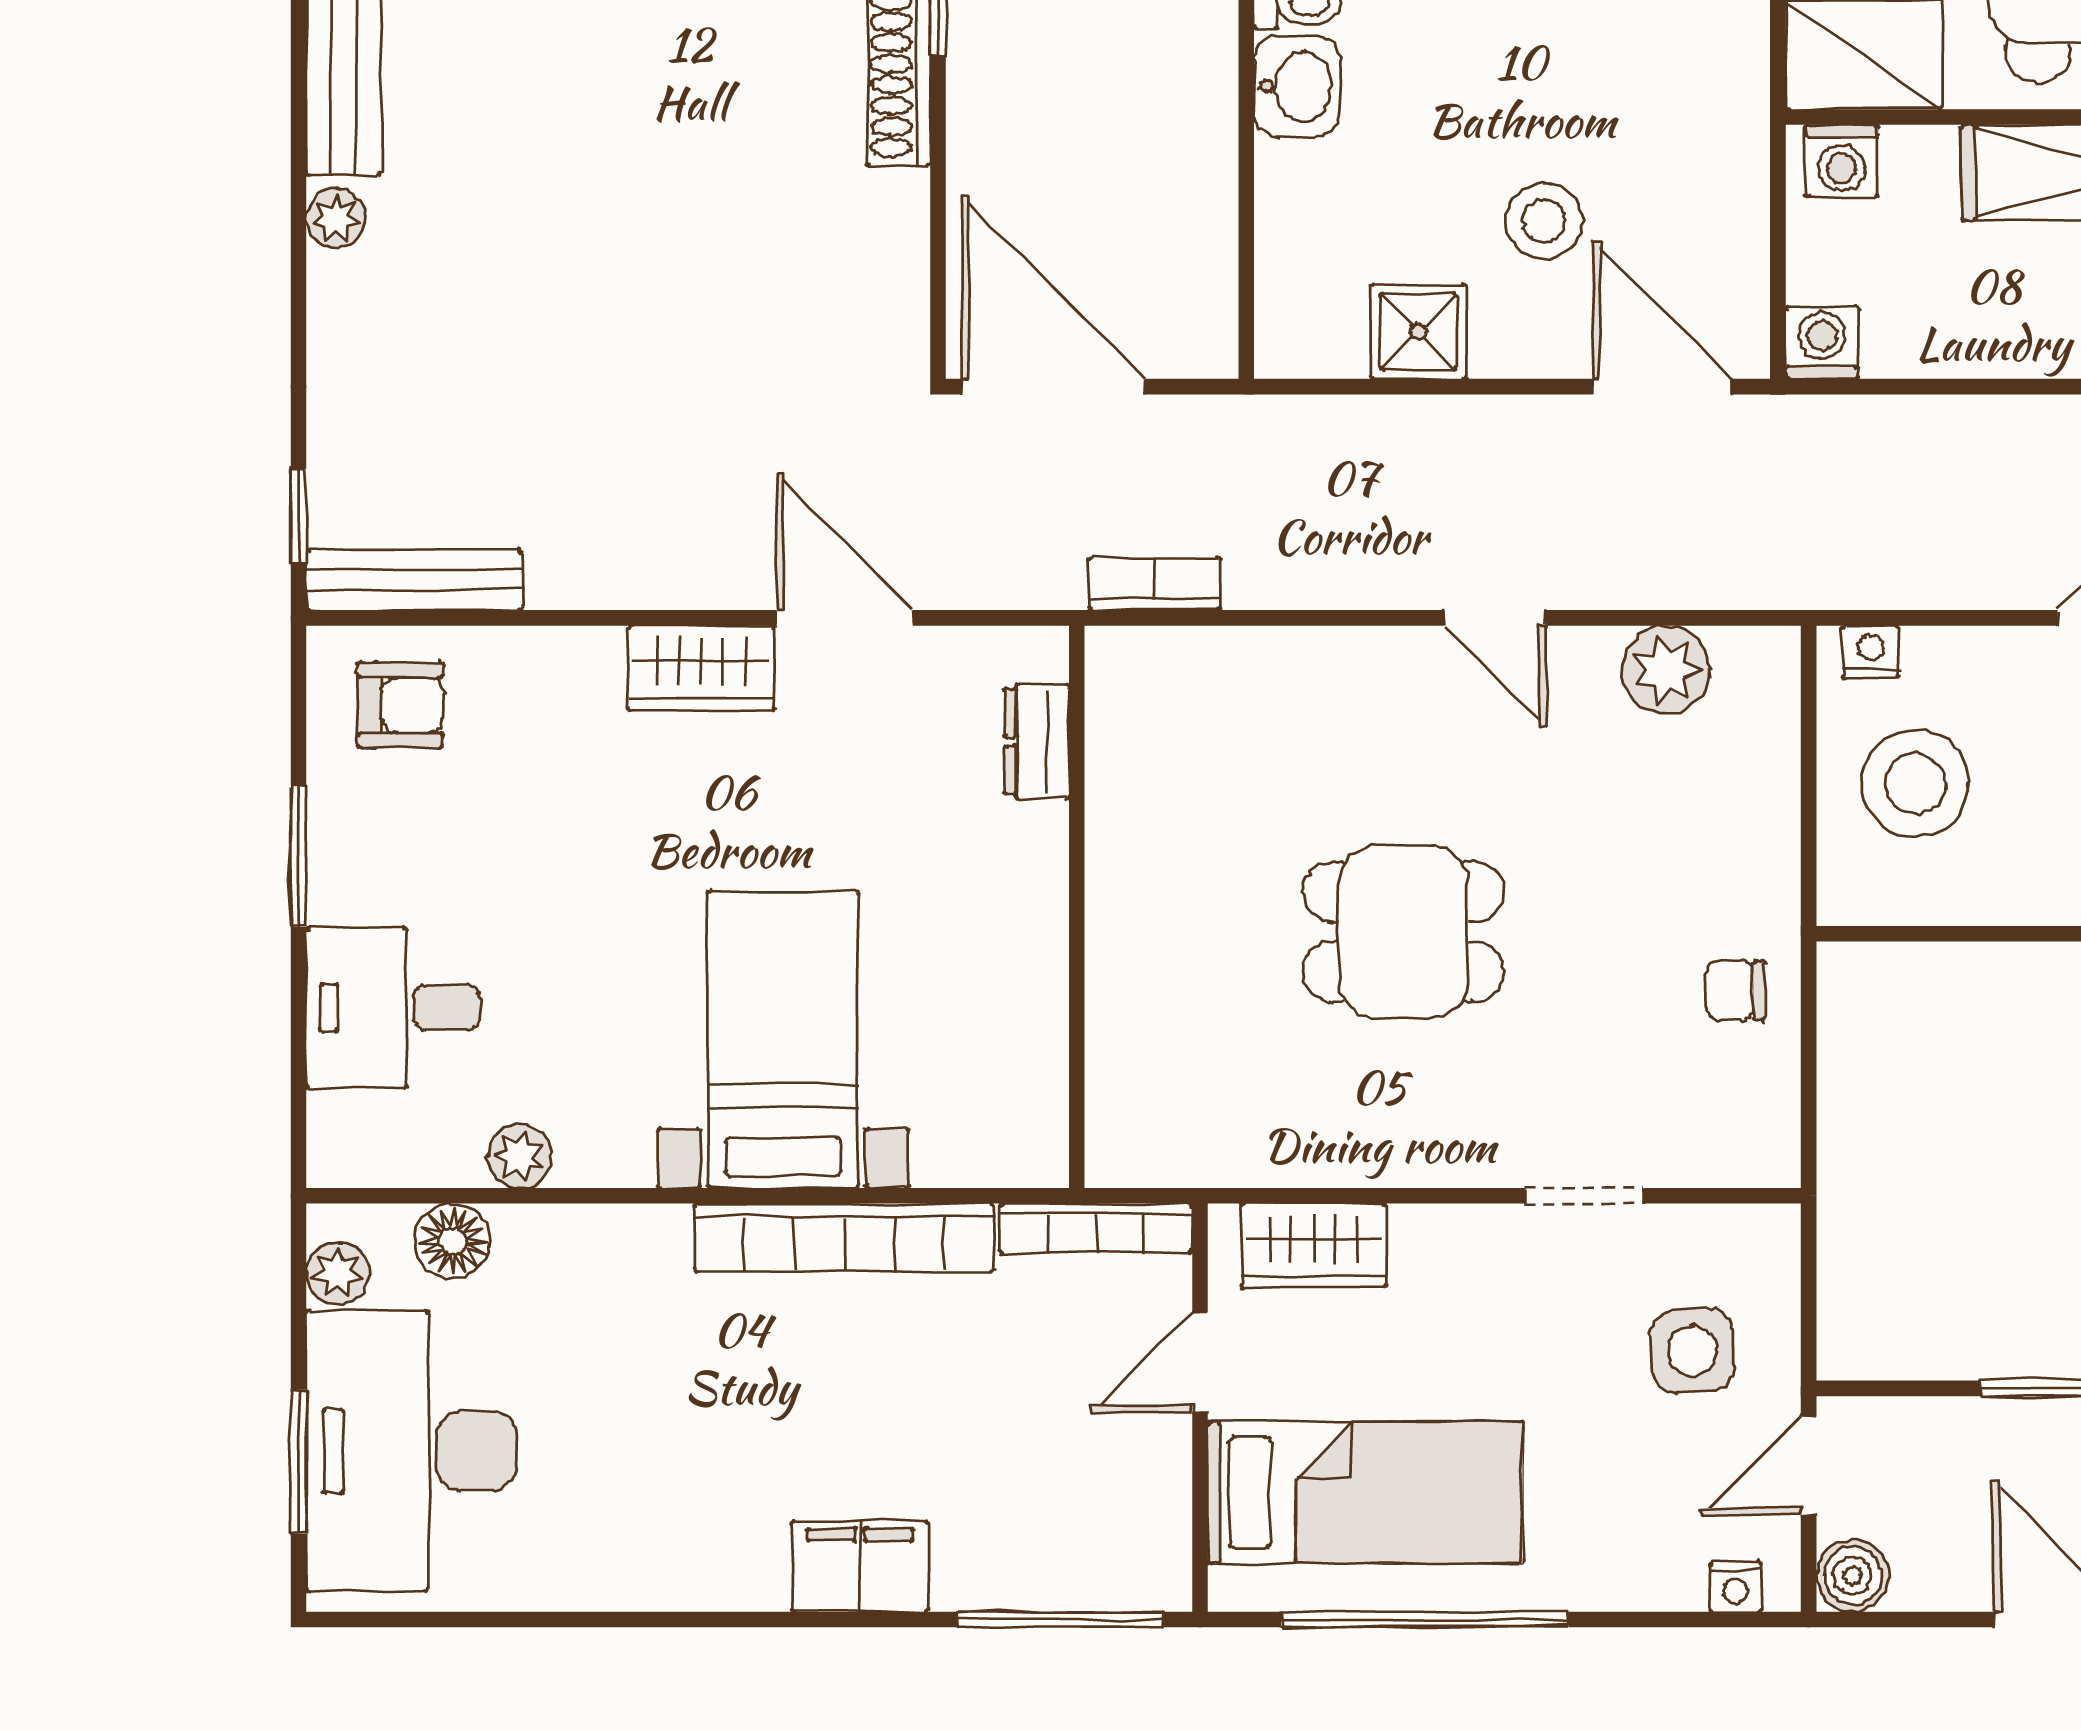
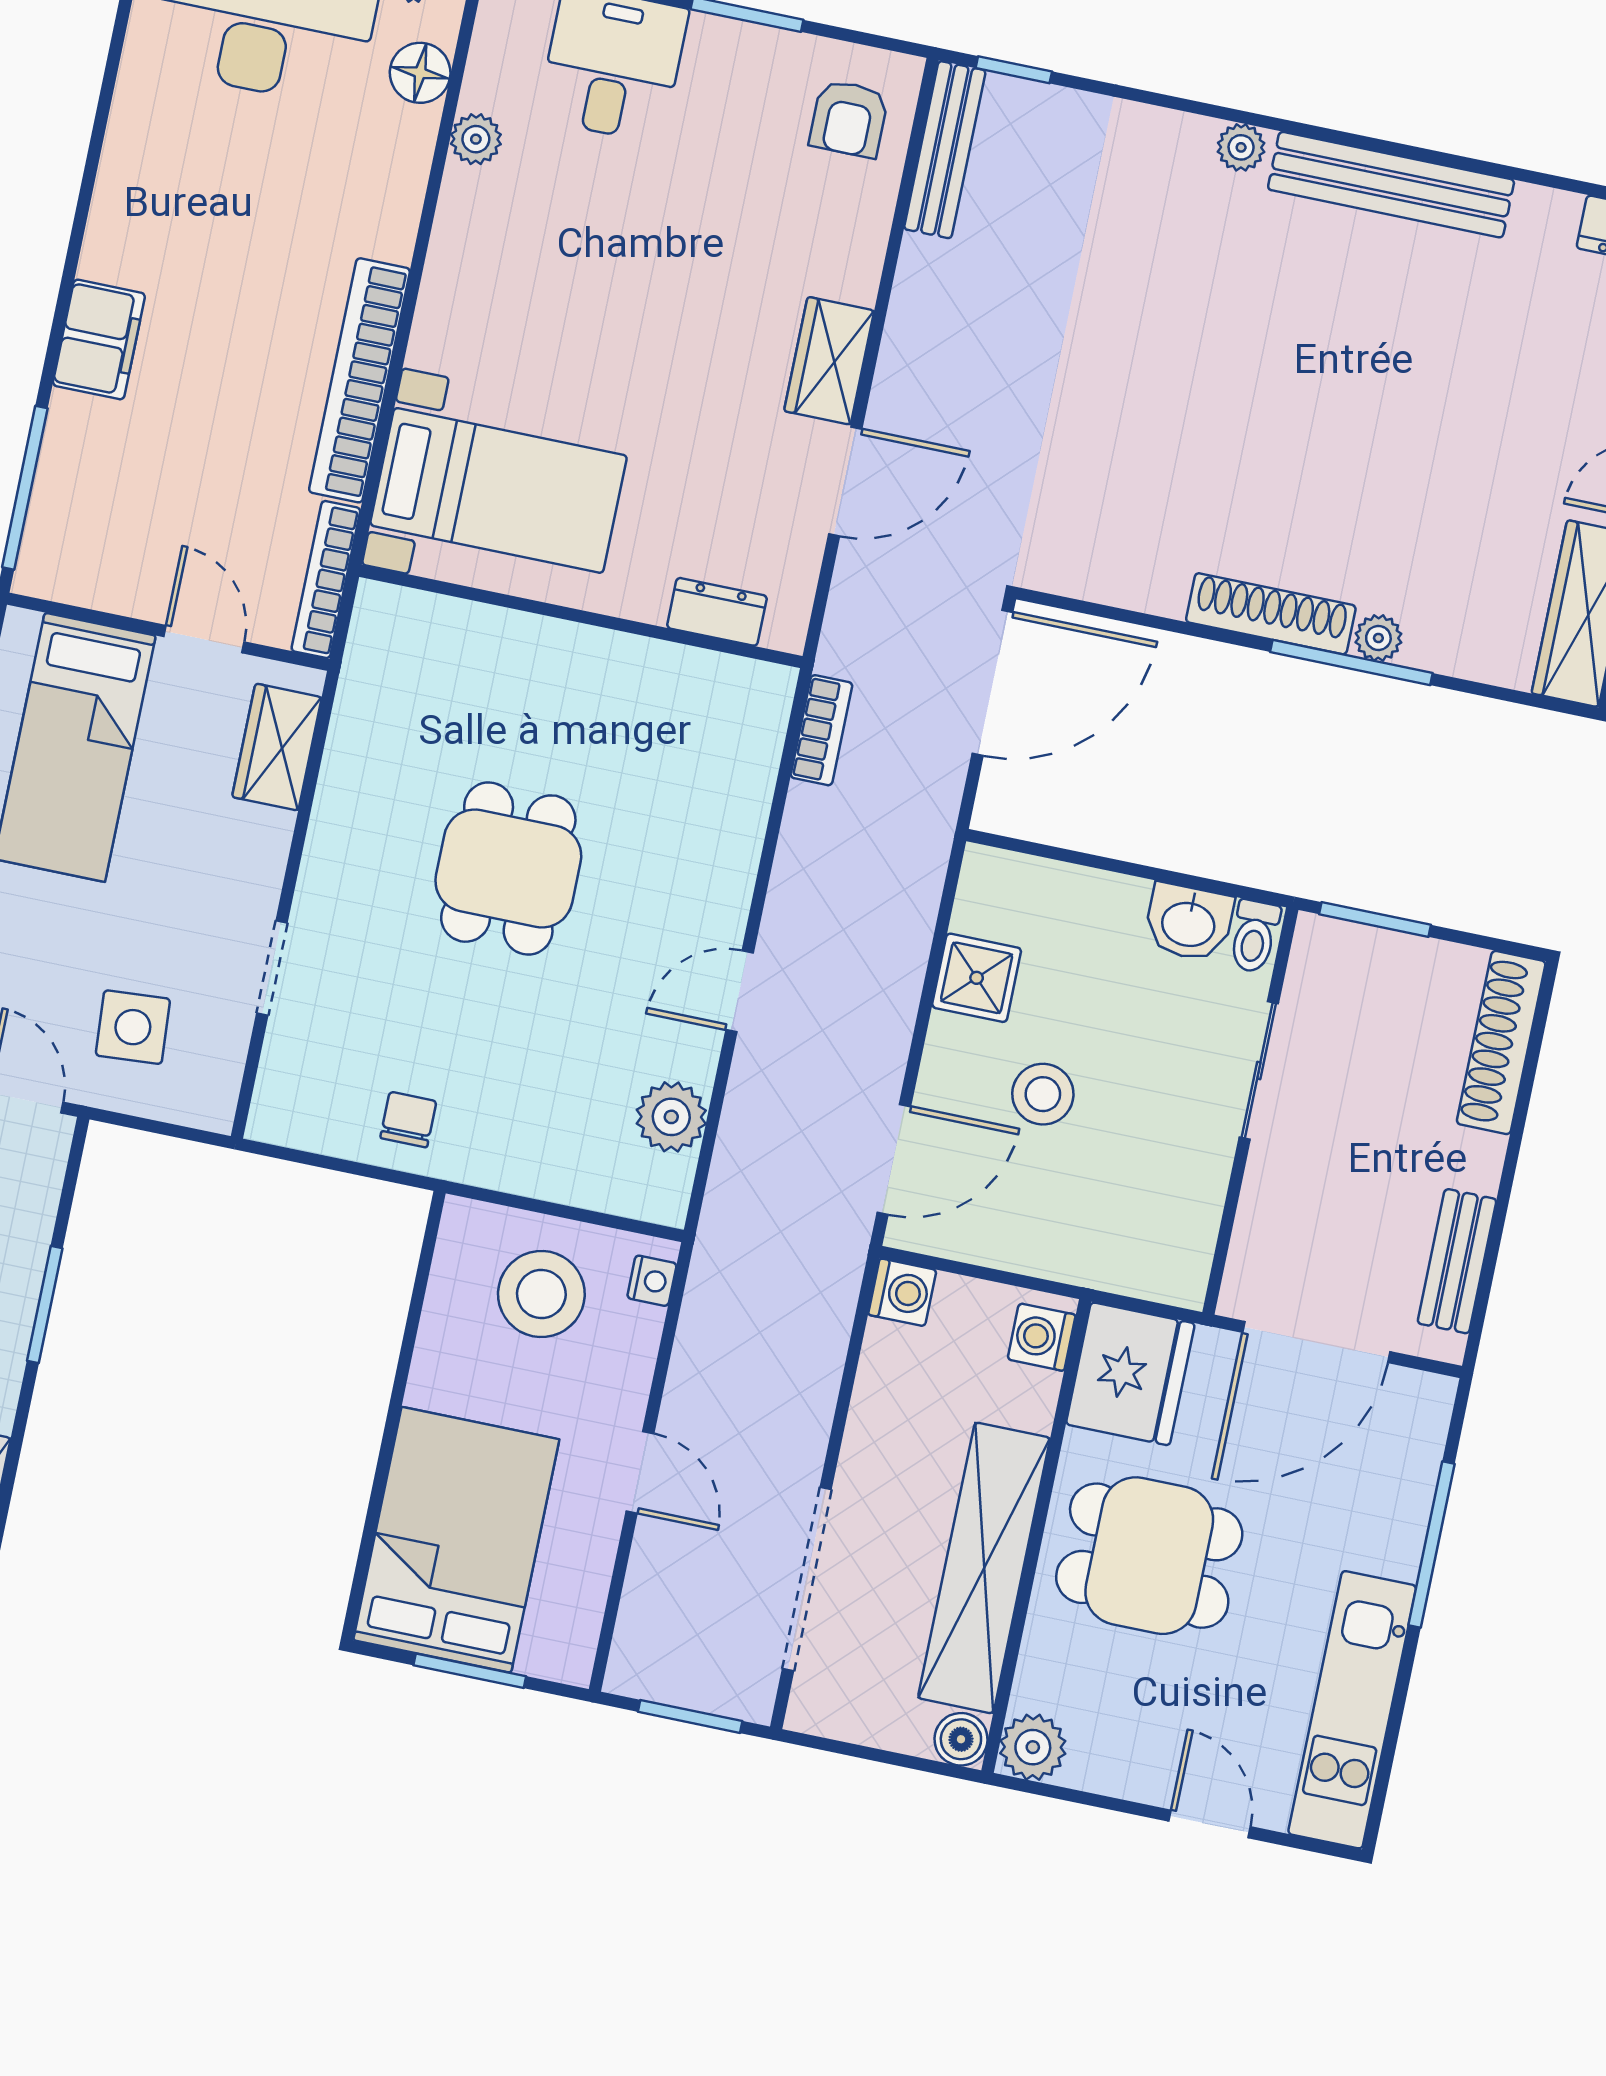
bed with nightstands: (783, 1039) -> (499, 490), moved

